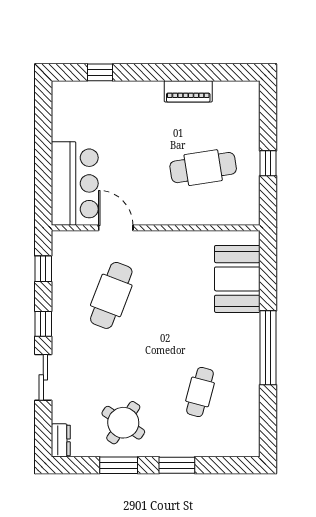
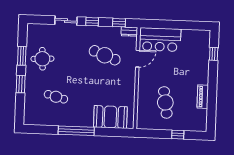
window: (268, 163) -> (178, 135), moved
round table: (123, 423) -> (42, 59), turned -37
dresser: (61, 440) -> (129, 32), moved

